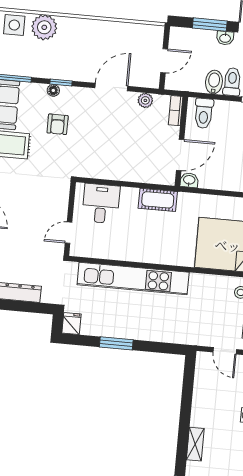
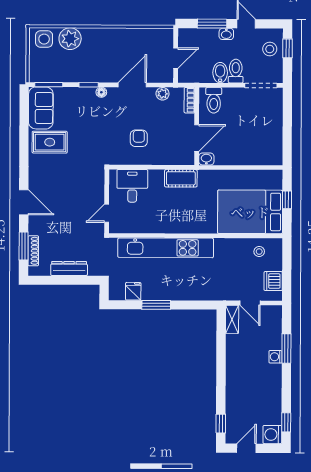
floor lamp: (53, 90) -> (101, 92), moved
armchair: (58, 124) -> (139, 138), moved, turned 180
fridge: (71, 323) -> (133, 291), moved
shelving: (195, 444) -> (232, 319), moved

